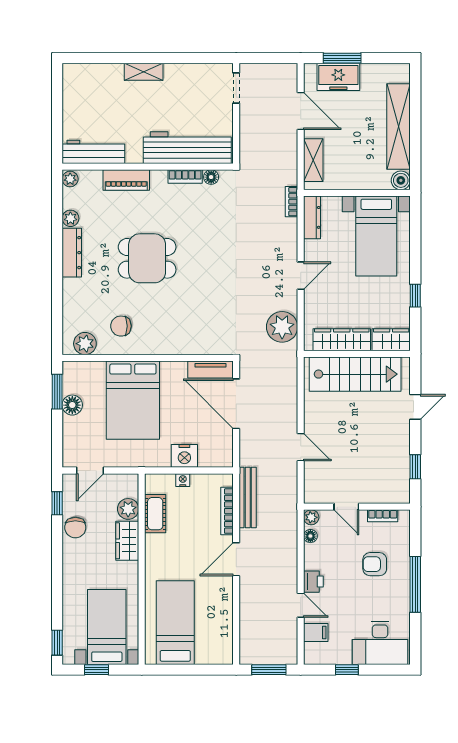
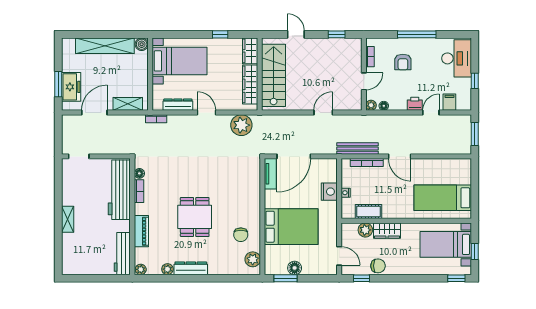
dresser: (312, 217) -> (178, 105), moved

